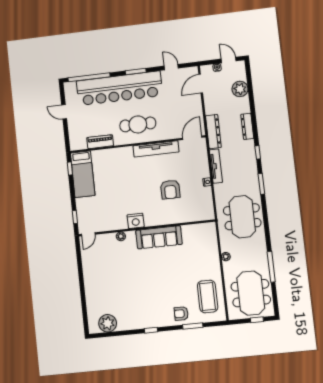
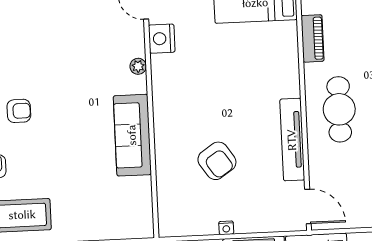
armchair: (170, 190) -> (217, 161), turned -124
nightstand: (136, 221) -> (162, 39), moved
armchair: (149, 301) -> (19, 111), added

